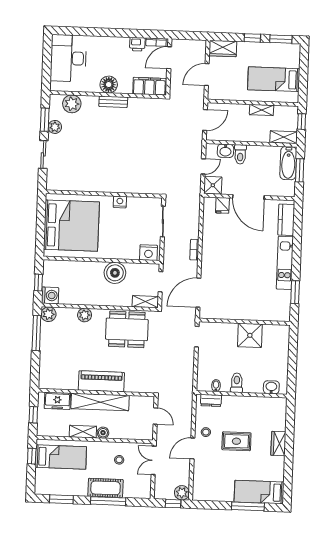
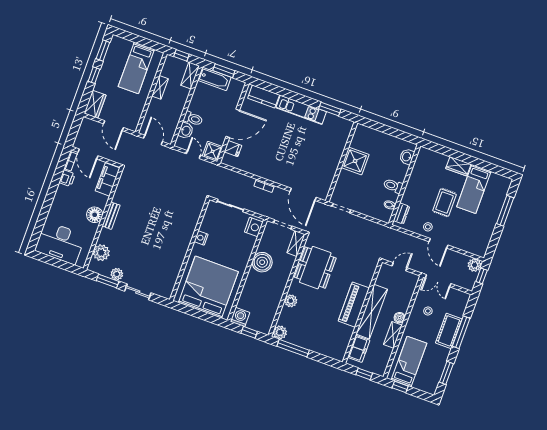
washing machine: (50, 295) -> (240, 317), moved
bed: (259, 492) -> (474, 189), moved

